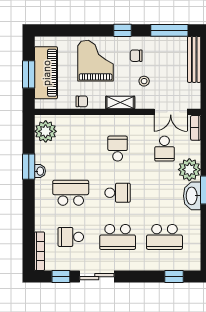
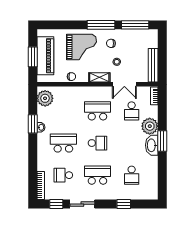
window: (122, 30) -> (101, 25), width x2.17
bench: (194, 59) -> (153, 65), moved
grand piano: (96, 61) -> (81, 47), turned 90
double door: (171, 112) -> (124, 84), moved
school desk: (118, 149) -> (97, 111), width x1.85
school desk: (118, 237) -> (97, 175), turned 180
school desk: (164, 237) -> (132, 175), width x0.54
window: (174, 277) -> (124, 204), moved

